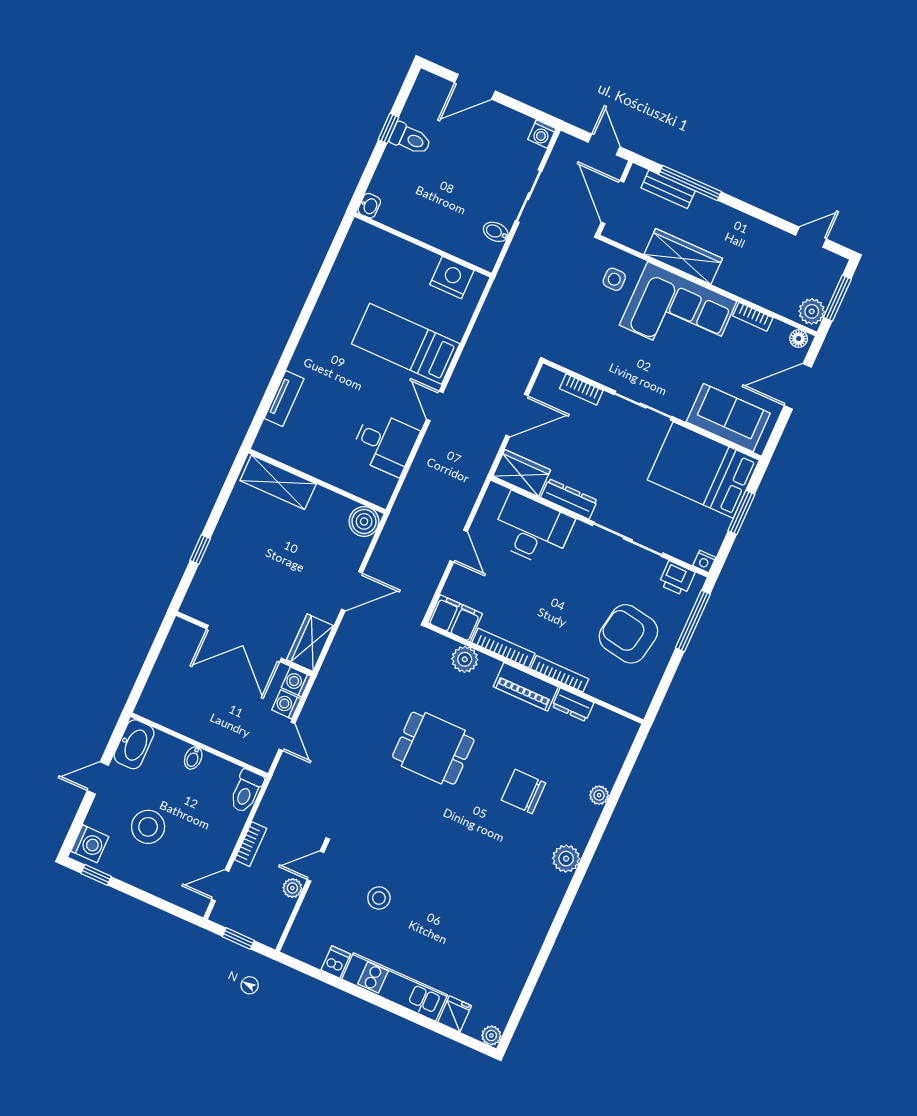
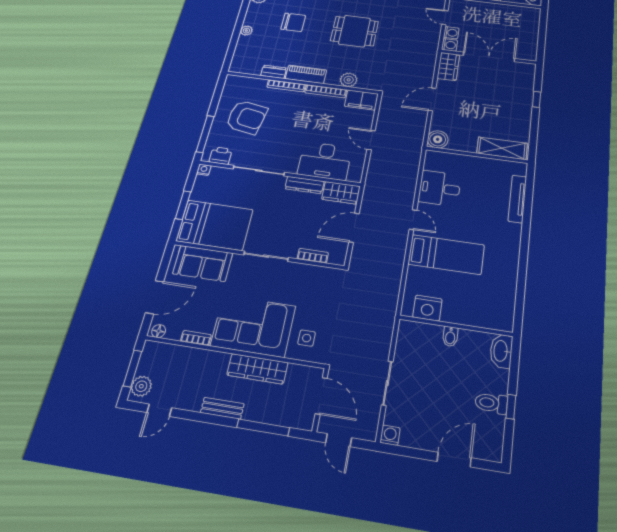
bench: (668, 189) -> (222, 408), moved
washbasin: (369, 206) -> (501, 351), width x1.91, depth x1.45
bidet: (496, 232) -> (450, 337), moved, turned 90
plant: (812, 311) -> (141, 386), moved
tv unit: (284, 398) -> (517, 199), width x1.41

